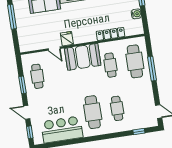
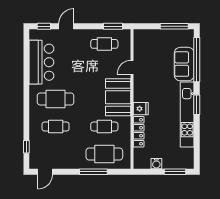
fridge: (67, 39) -> (141, 109), moved
window: (23, 85) -> (113, 26), moved

